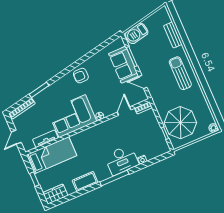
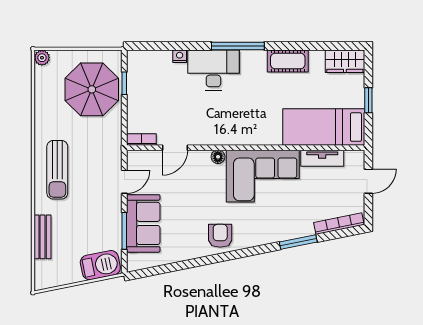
armchair: (81, 76) -> (220, 236), turned -90
door: (143, 82) -> (124, 182), hinge flipped

